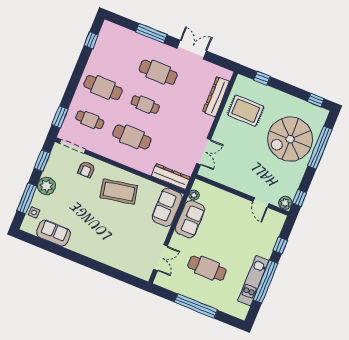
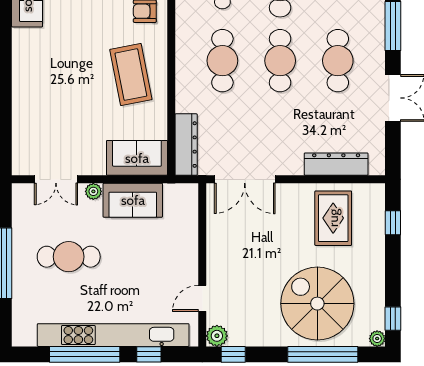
cafe table: (145, 105) -> (280, 61), width x1.37, depth x1.35
plant: (323, 113) -> (377, 339), added
double door: (204, 152) -> (245, 179), width x1.37
plant: (194, 195) -> (93, 191), moved
cafe table: (207, 268) -> (69, 257), turned 90
kitchen unit: (253, 281) -> (113, 335), width x1.86

